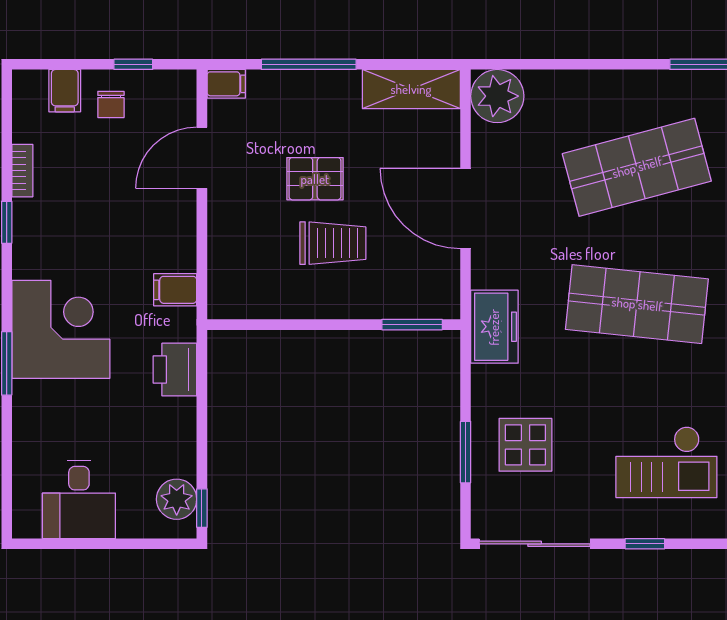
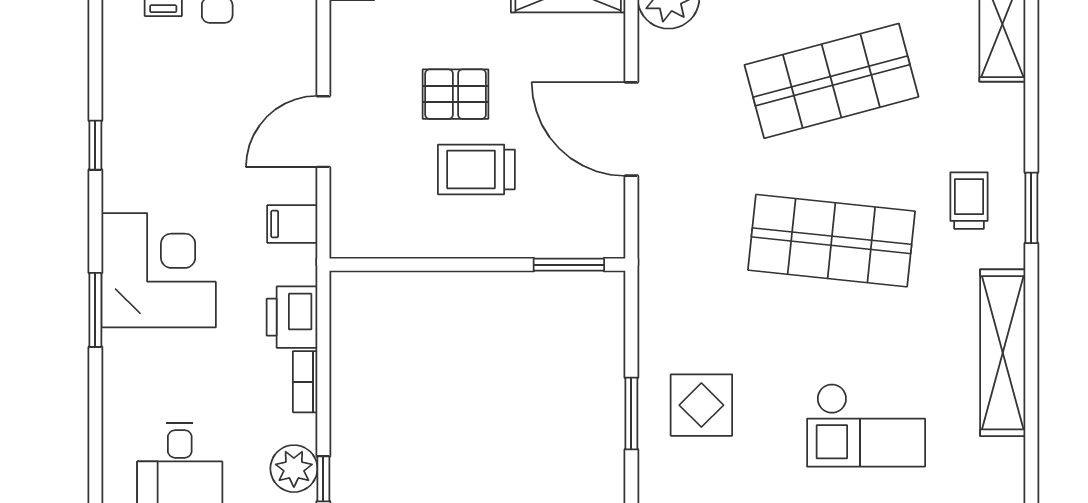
door: (202, 158) -> (323, 132), moved
bookcase: (22, 171) -> (305, 382), moved, turned 180
trolley: (333, 243) -> (476, 169), turned 180
freezer: (494, 327) -> (665, 267), removed

